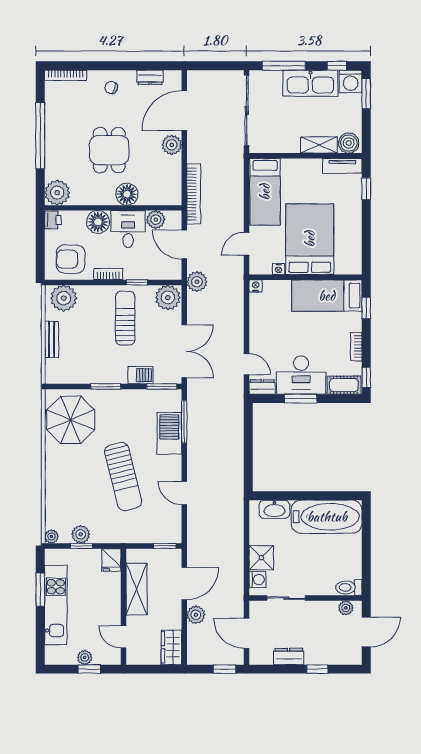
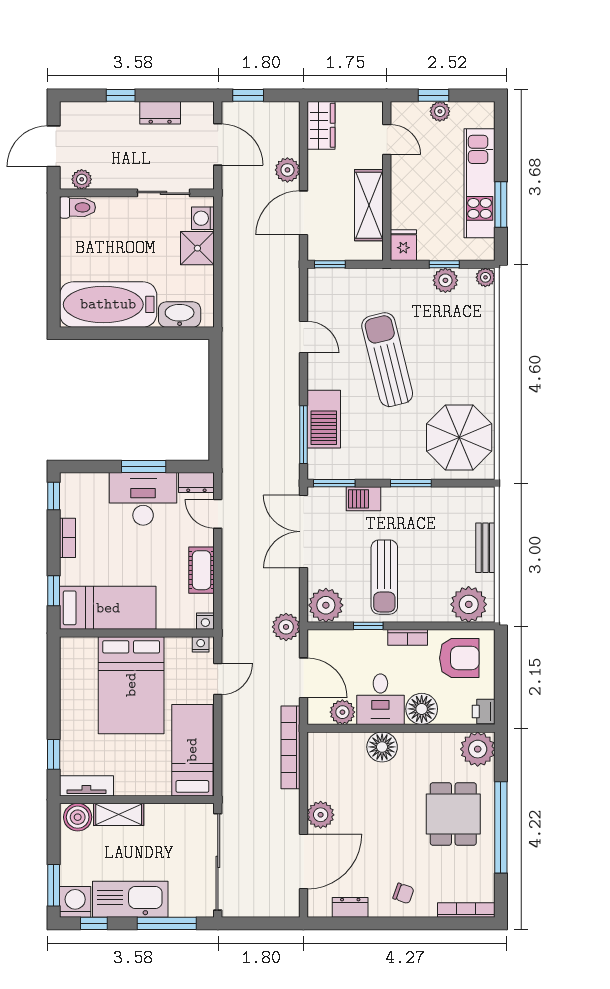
dining table: (109, 150) -> (453, 814), moved
nightstand: (279, 269) -> (201, 644), moved
cot: (344, 385) -> (202, 570), moved, turned 90

